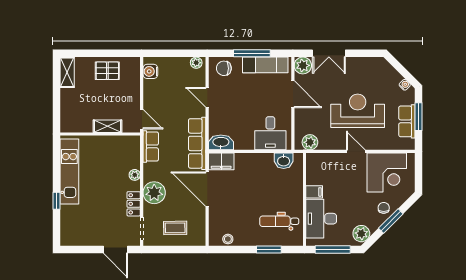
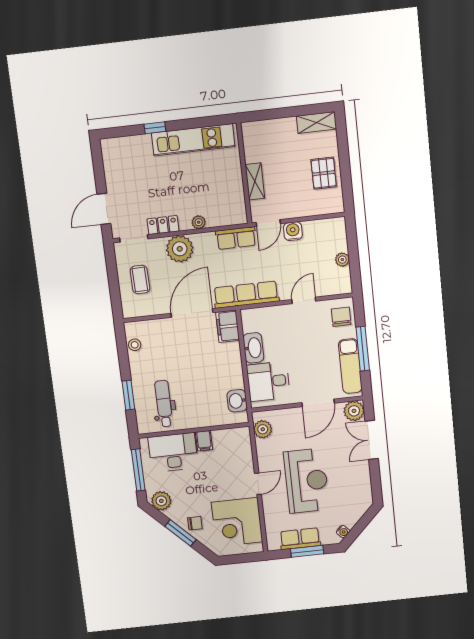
plant: (196, 63) -> (342, 260), moved
water cooler: (150, 71) -> (293, 231), moved
washbasin: (221, 142) -> (253, 348), moved

